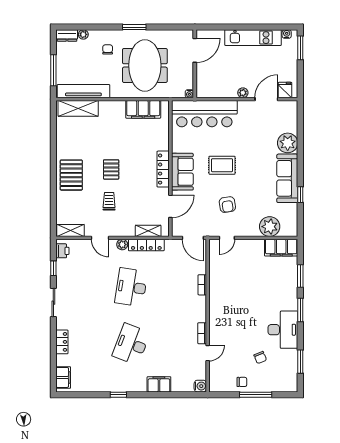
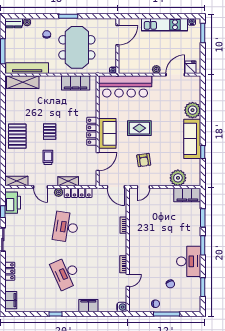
shelving: (148, 231) -> (68, 181), moved
printer: (62, 251) -> (13, 203), width x1.87, depth x1.48
desk: (131, 344) -> (66, 273), turned -45

